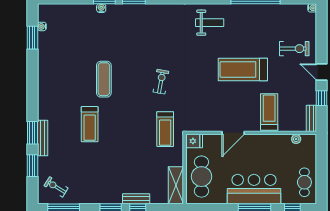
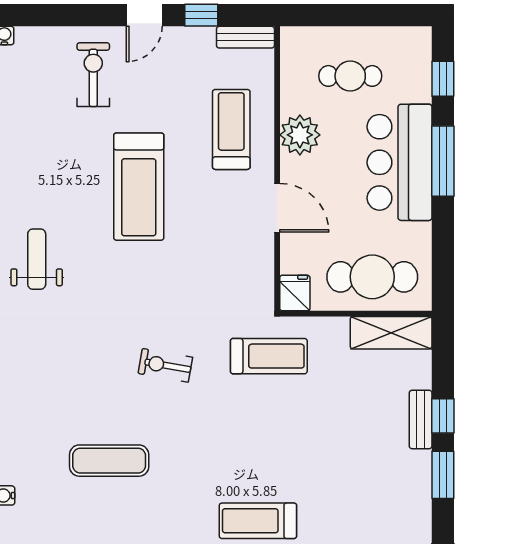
exercise mat: (104, 79) -> (109, 461), moved
treadmill: (269, 112) -> (231, 129), turned 90
treadmill: (90, 124) -> (258, 521), turned 180
plant: (296, 139) -> (300, 135), moved, width x1.88, depth x1.88
cafe table: (304, 182) -> (350, 76), moved

